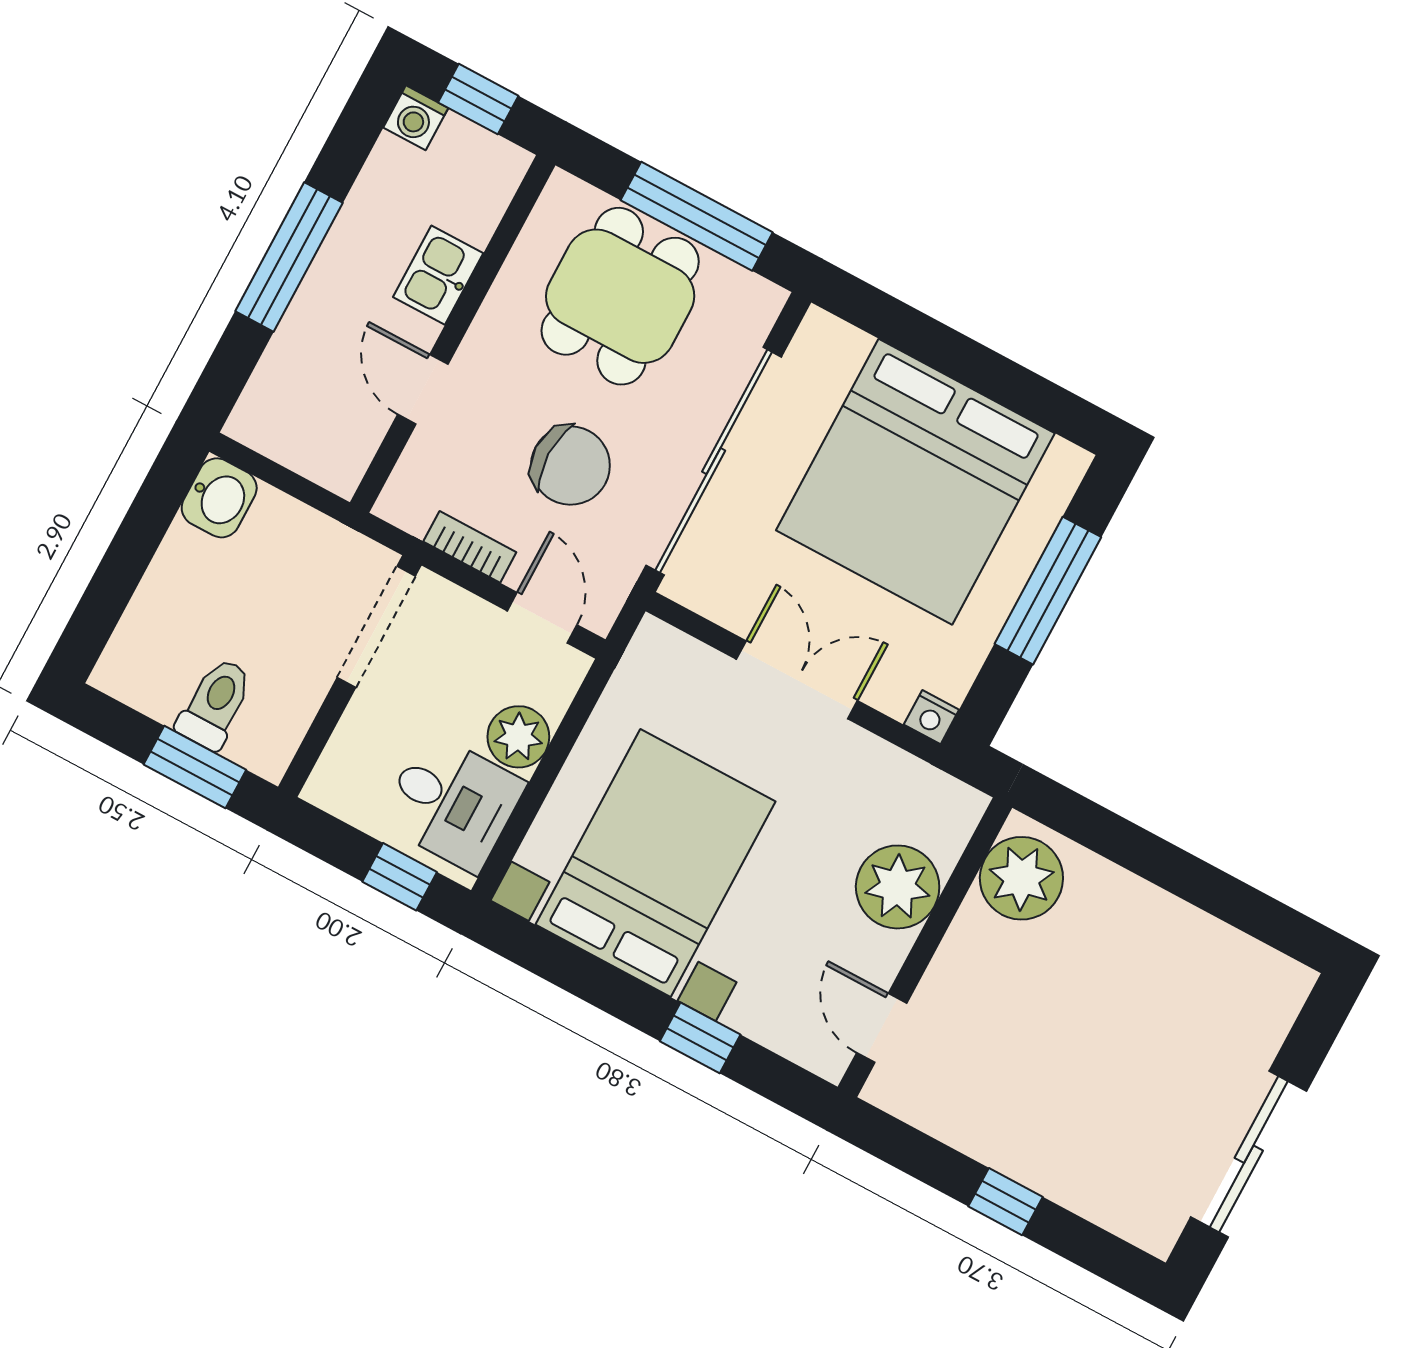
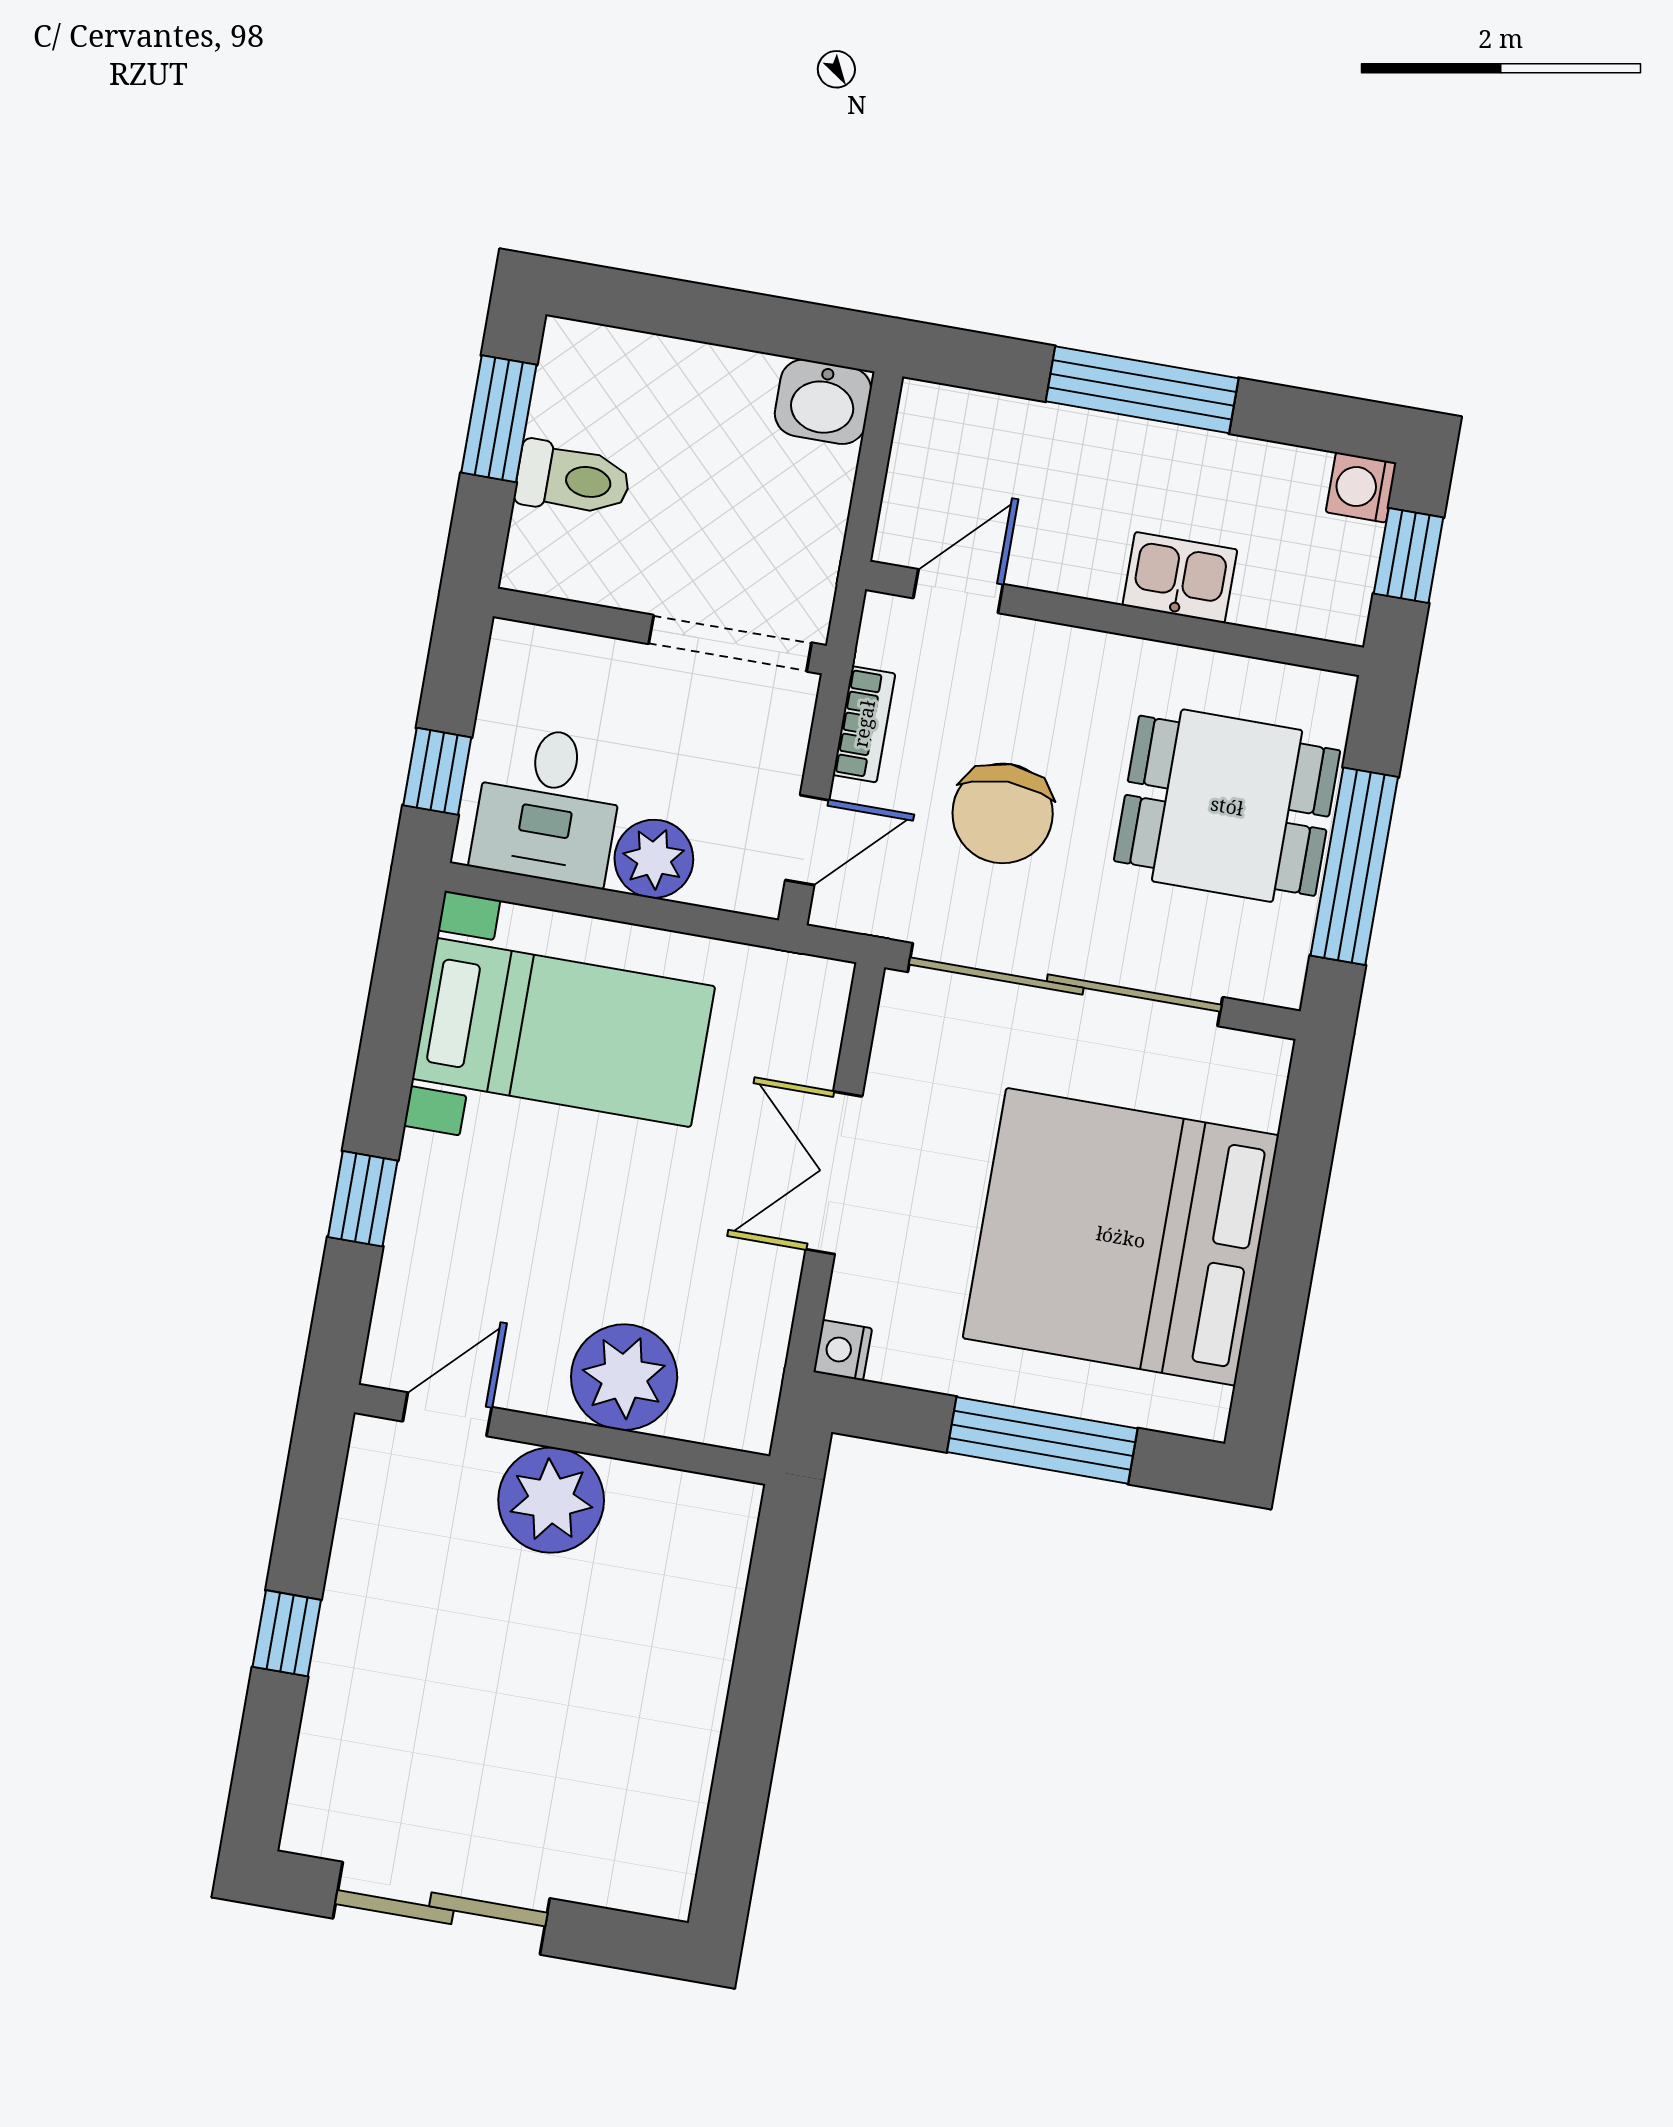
door: (423, 389) -> (958, 591), moved
double door: (797, 680) -> (834, 1173), swing flipped
window: (195, 767) -> (499, 419), moved
bed with nightstands: (655, 863) -> (564, 1033), width x0.73
plant: (1021, 878) -> (551, 1500), moved

